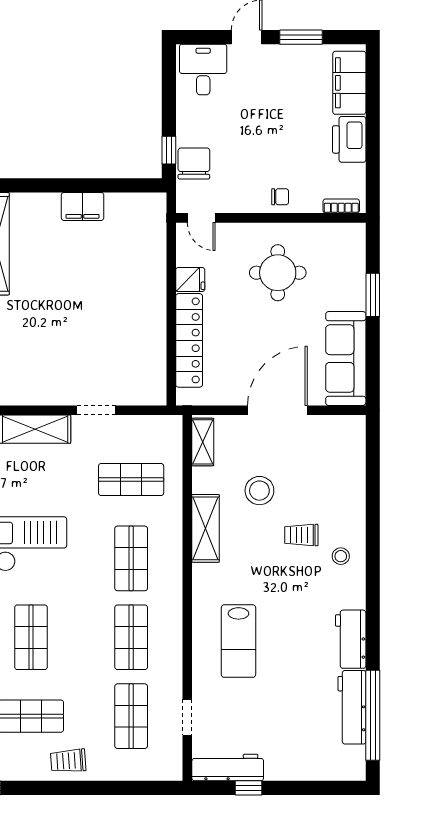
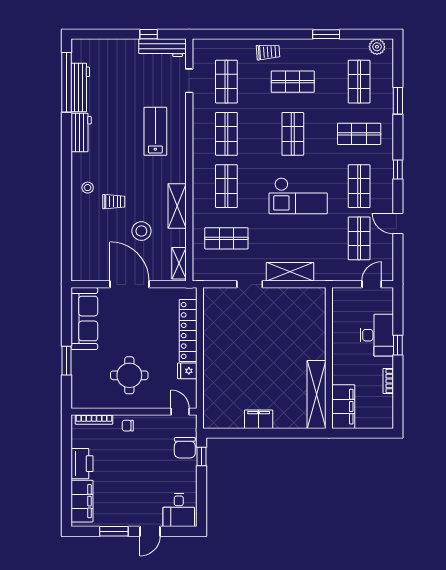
bookcase: (341, 206) -> (94, 419), width x1.56
door: (277, 410) -> (129, 284), swing flipped

